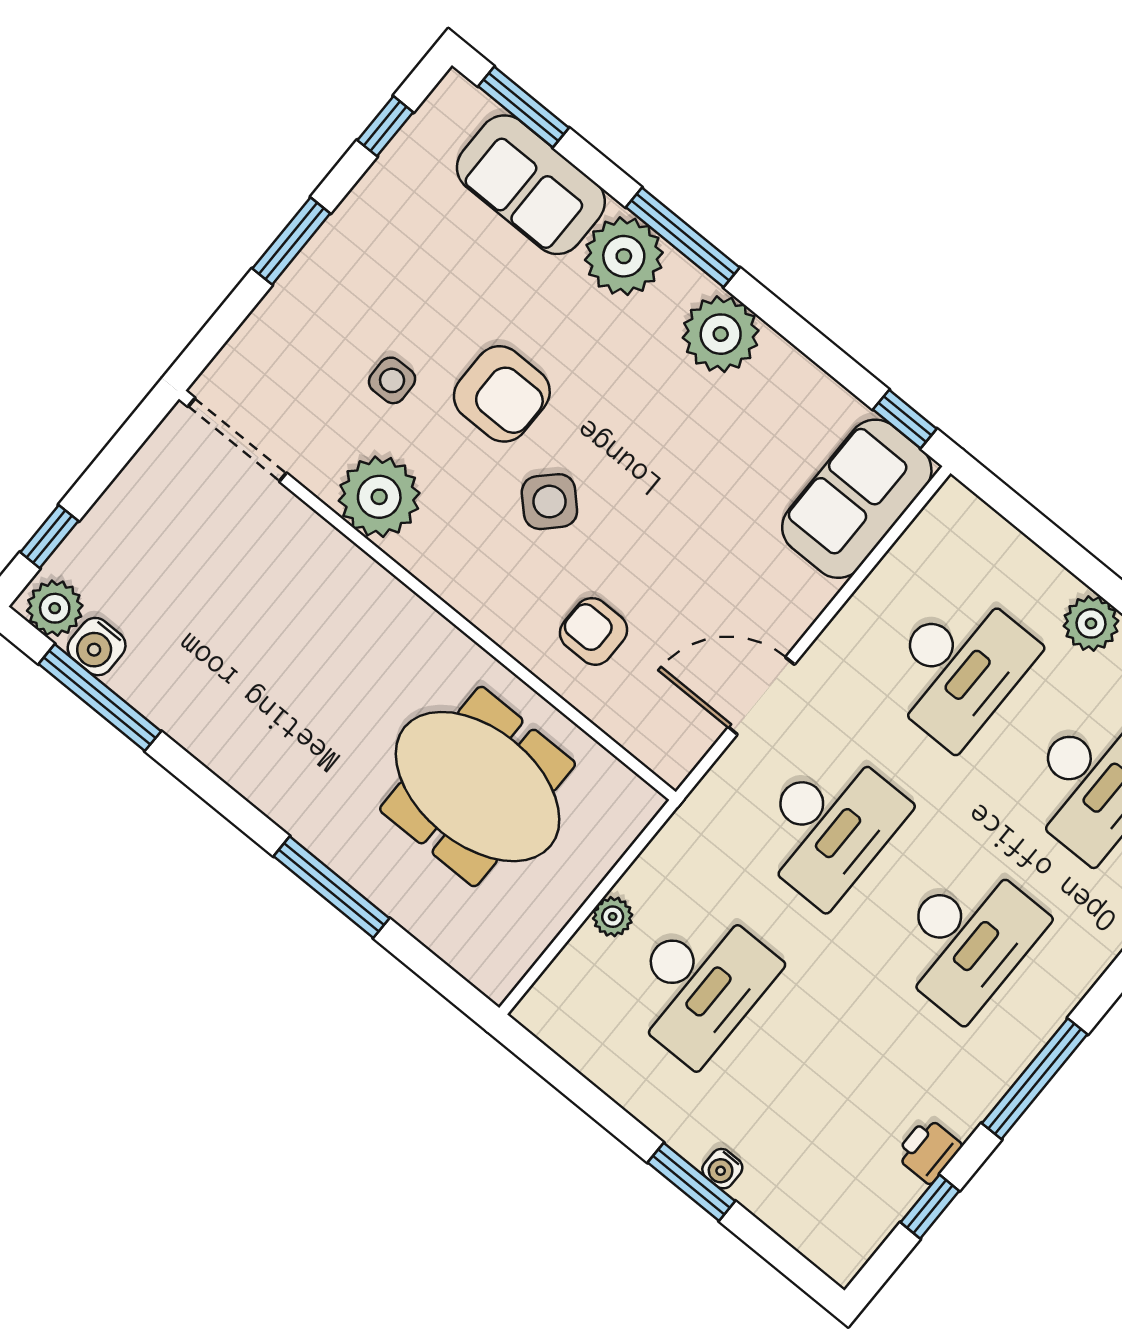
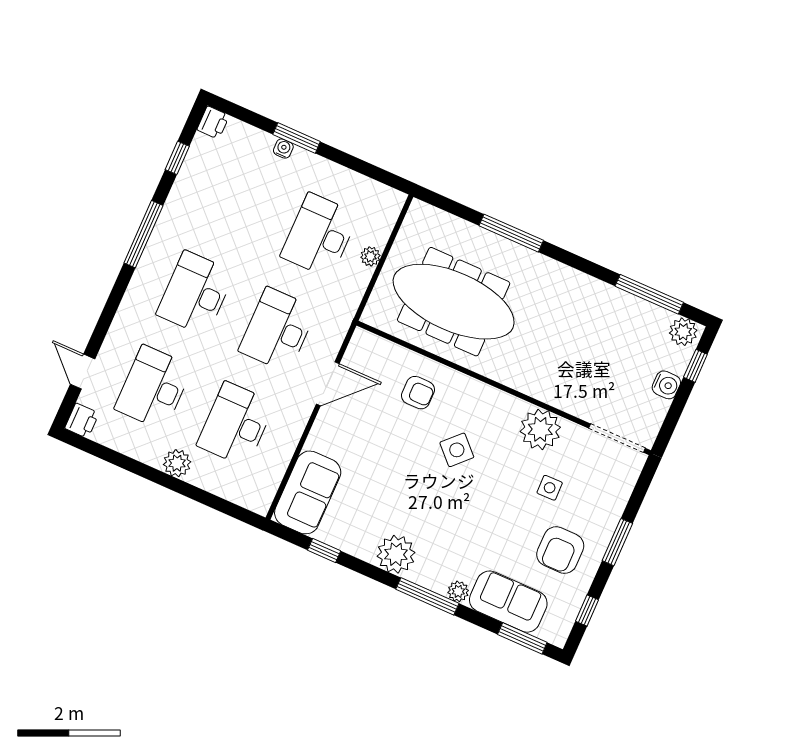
plant: (624, 256) -> (458, 591), width x0.53, depth x0.53
armchair: (502, 394) -> (560, 550), moved, turned -90
window: (905, 419) -> (324, 551), moved
water cooler: (97, 647) -> (666, 385), moved, turned 90
meeting table: (478, 787) -> (454, 302), width x1.36
printer: (928, 1150) -> (213, 123), moved

